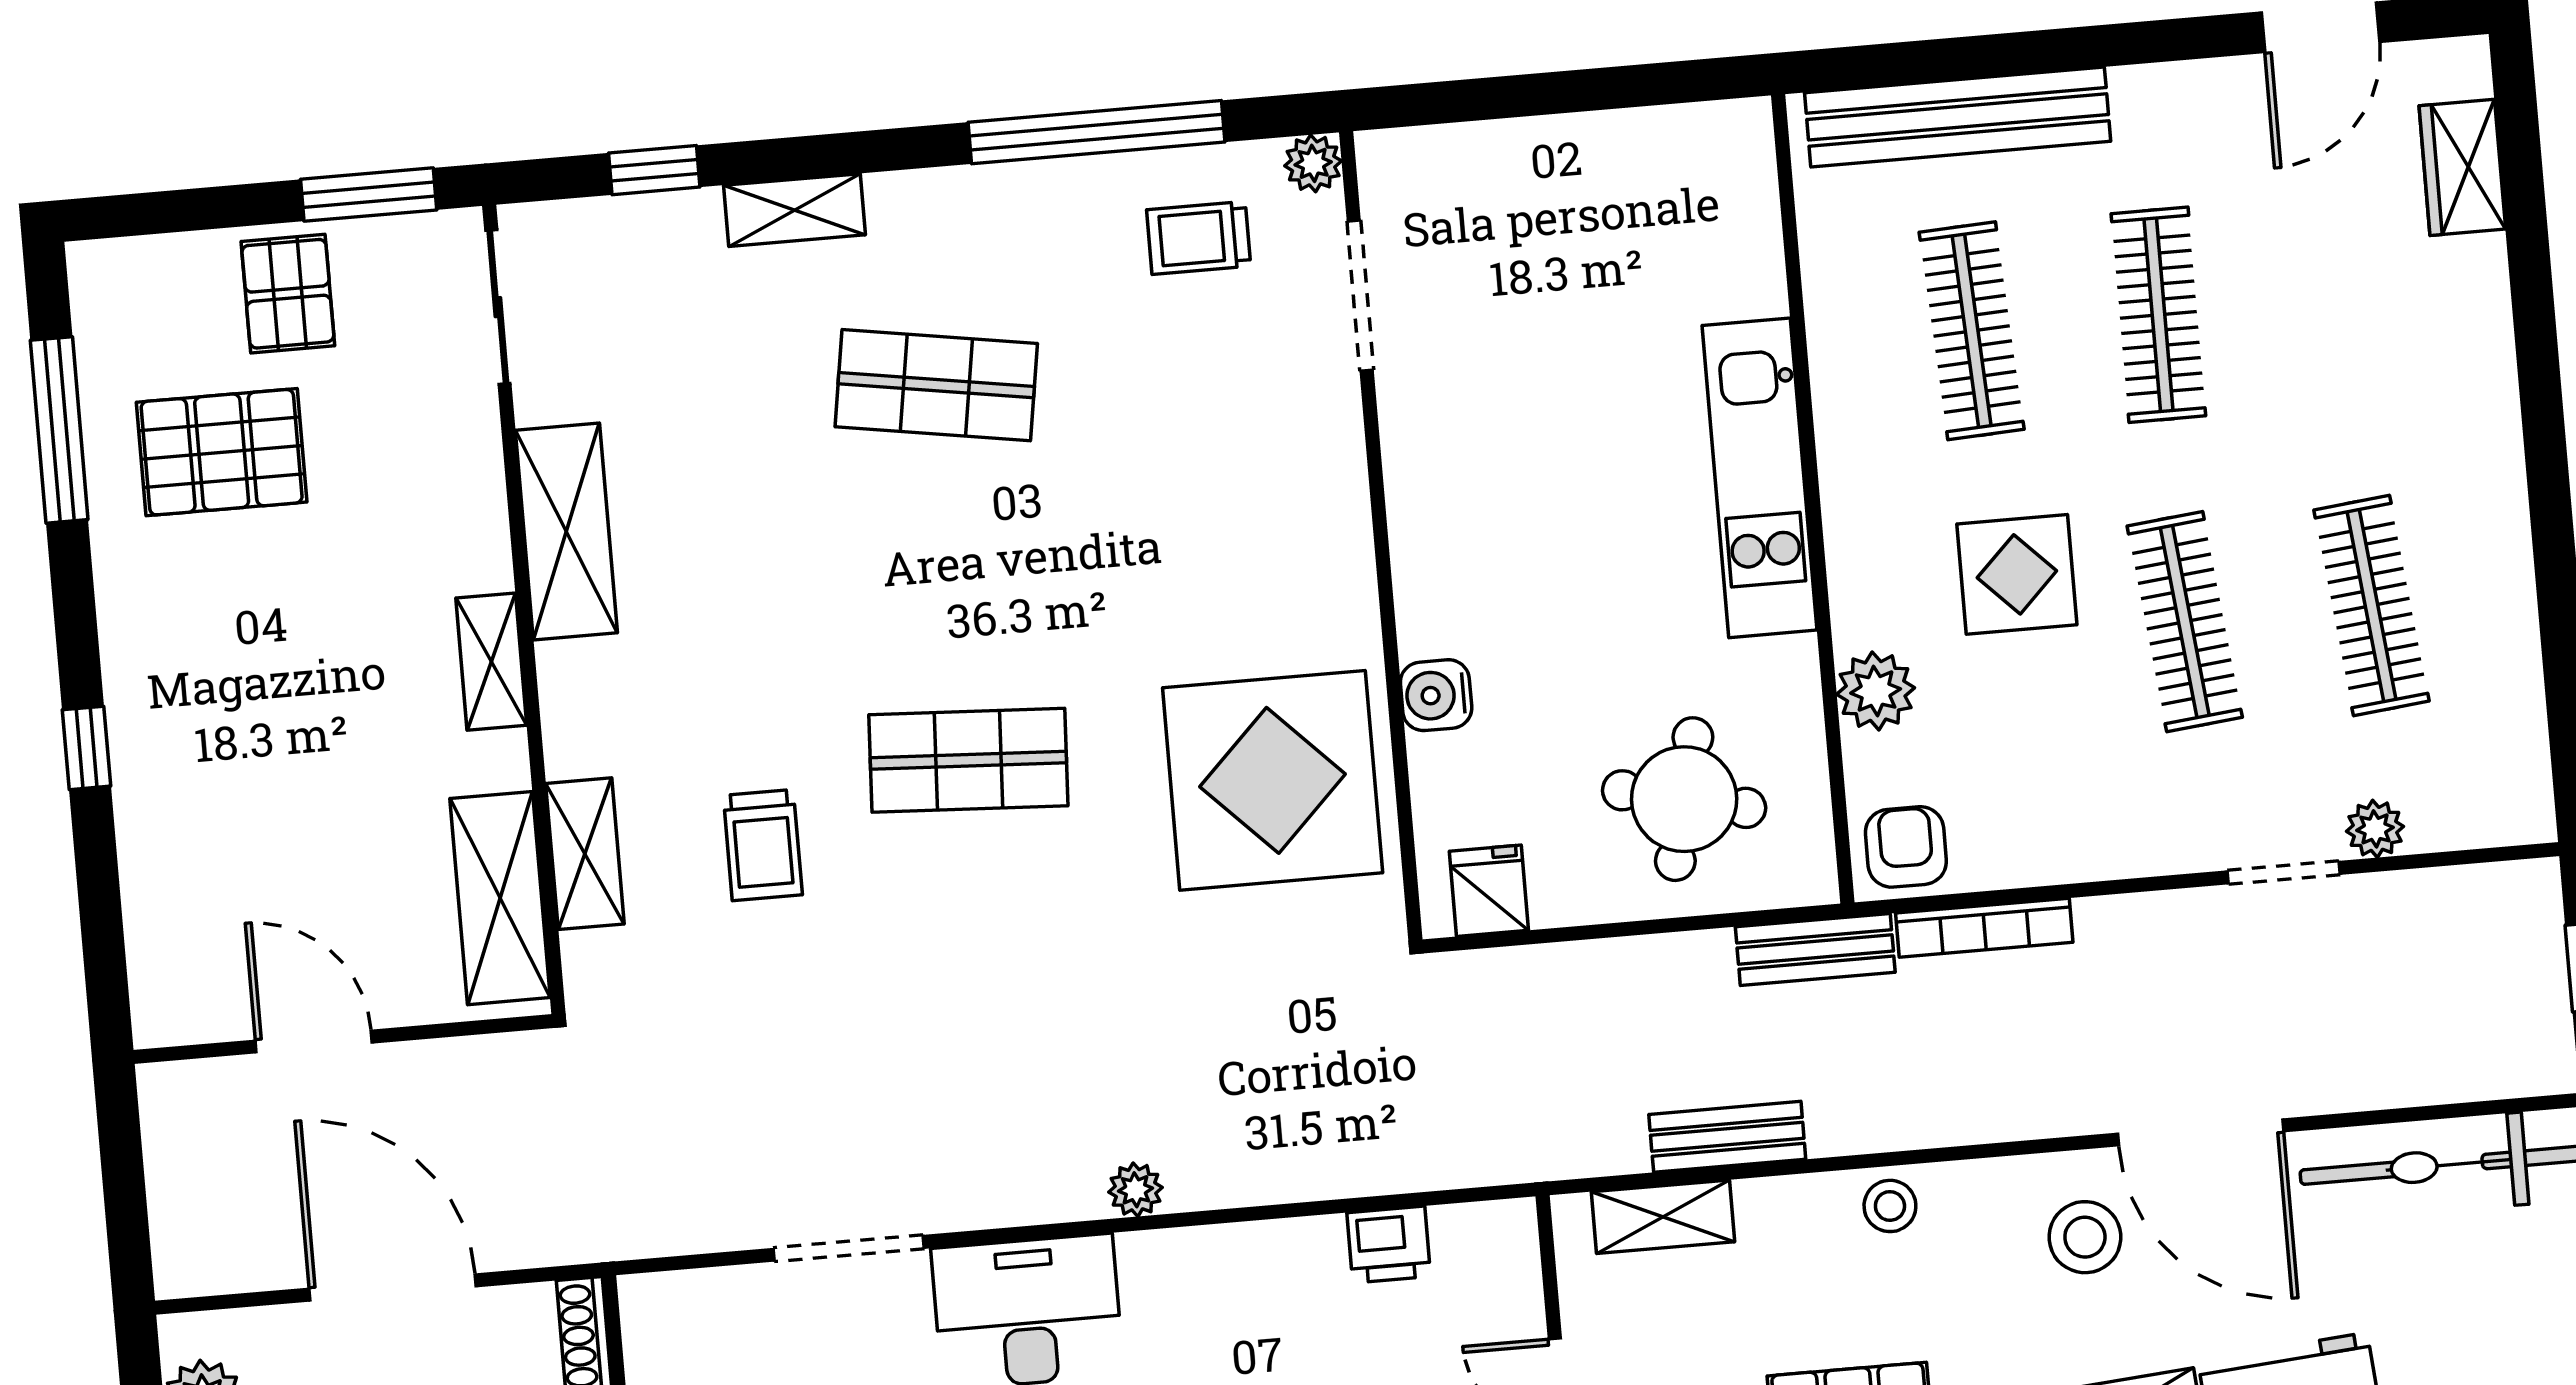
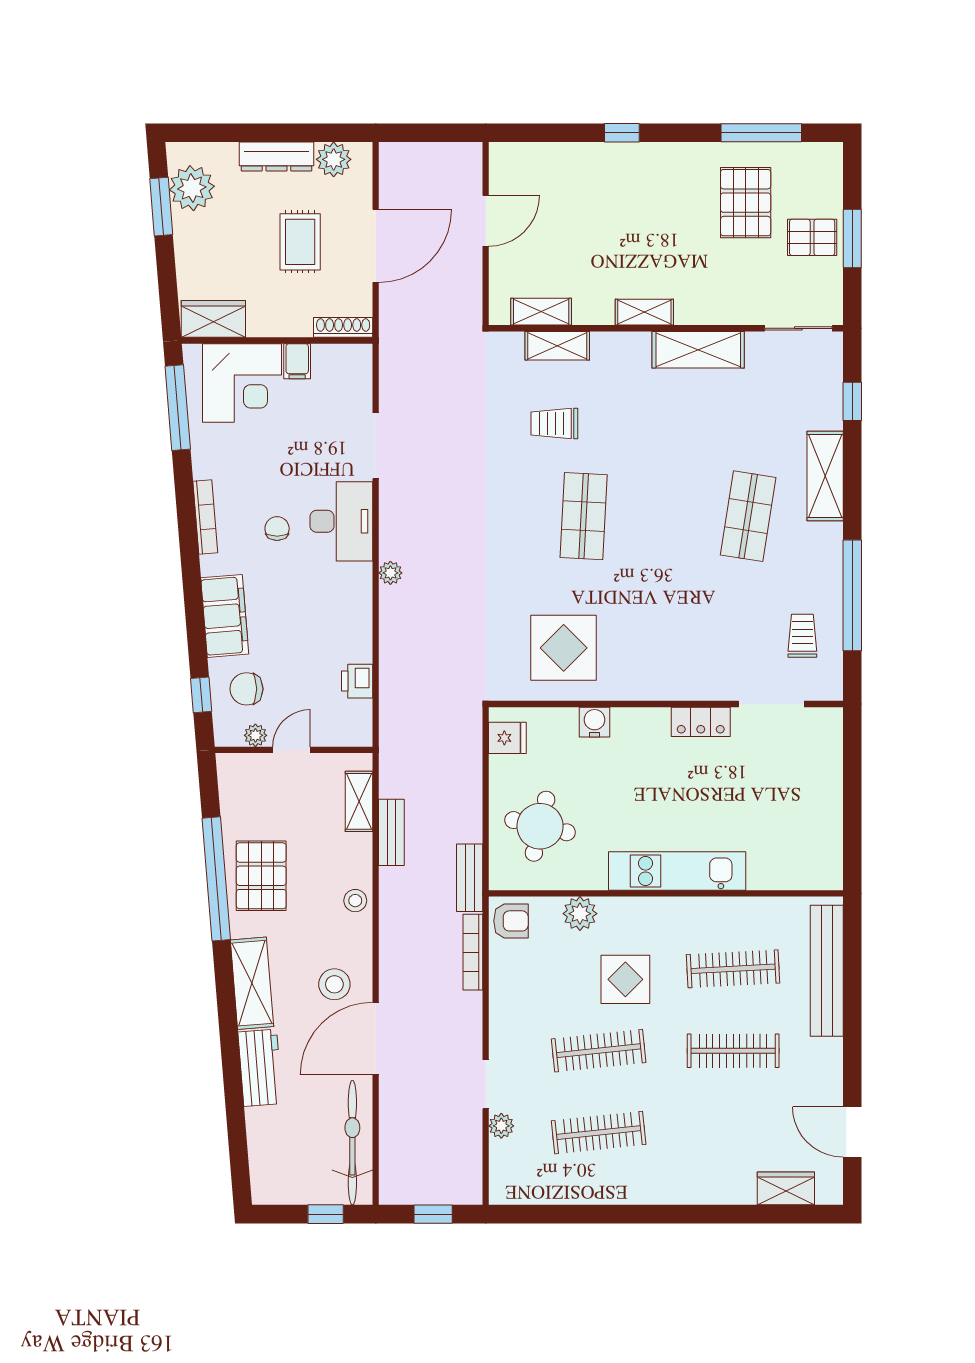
plant: (1313, 163) -> (831, 688), removed
window: (369, 195) -> (852, 239), moved
shelving: (794, 210) -> (825, 476), width x1.50, depth x1.33
locker: (1415, 453) -> (701, 722), added
display table: (1273, 780) -> (564, 648), width x0.73, depth x0.73
shelving: (500, 898) -> (541, 312), width x0.67, depth x0.75

